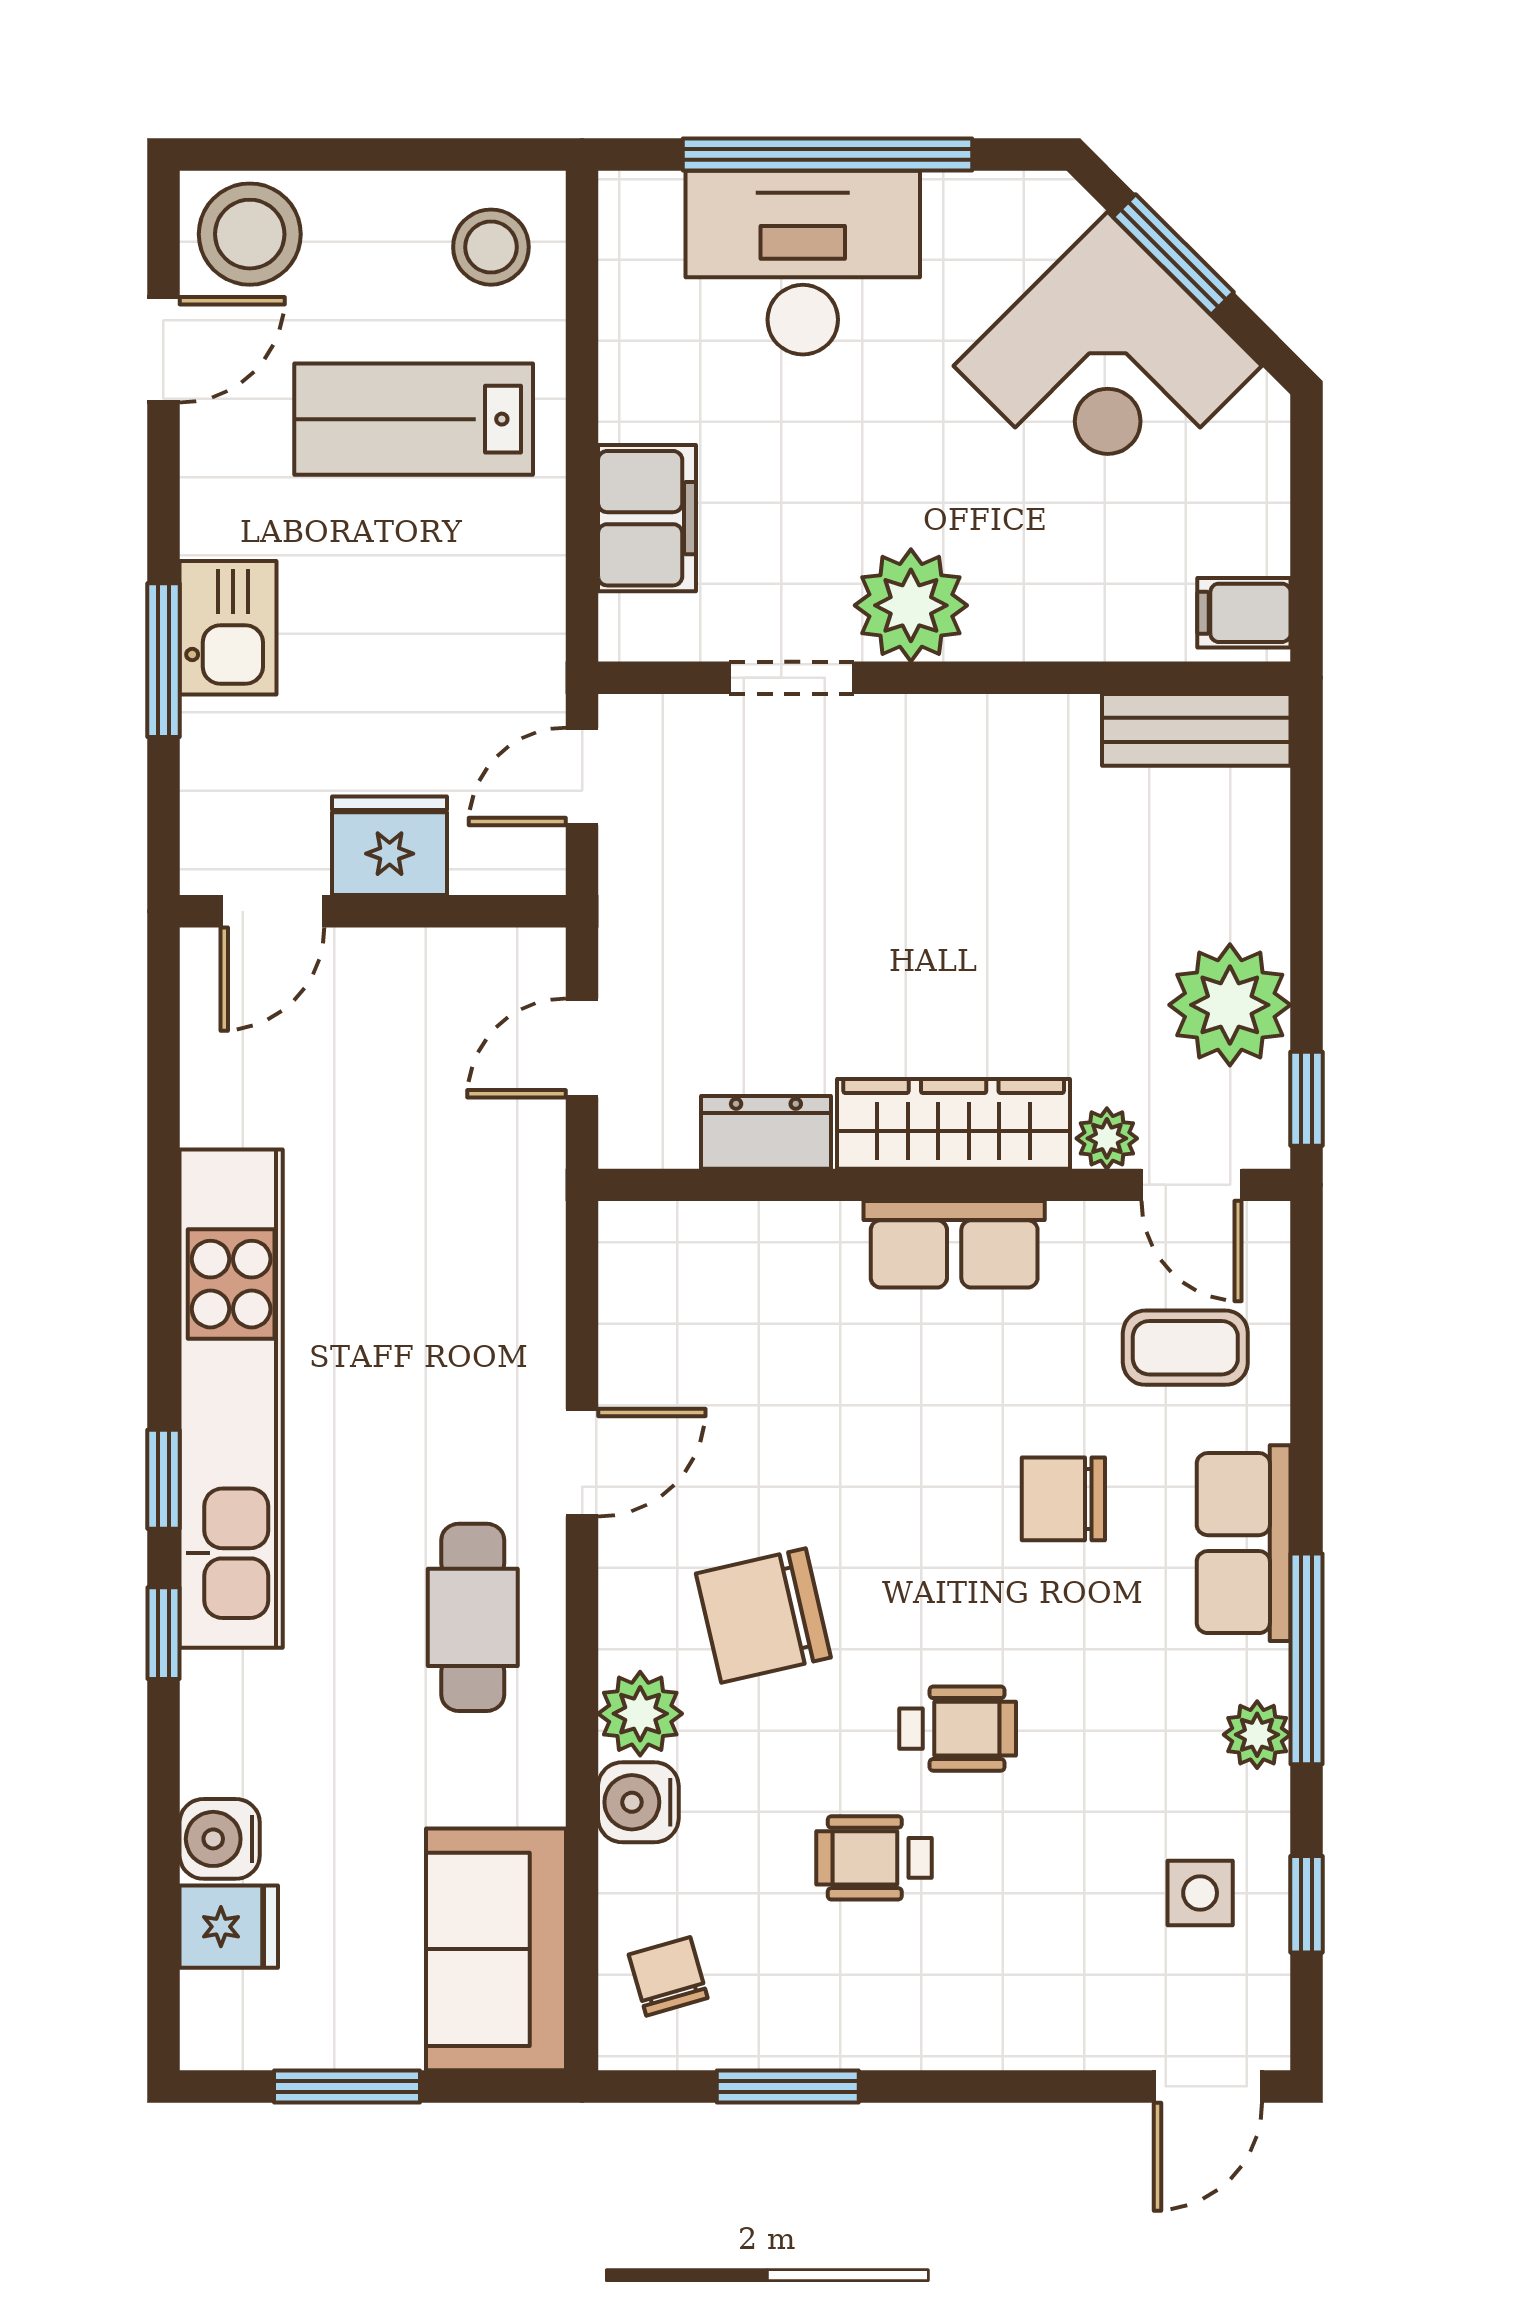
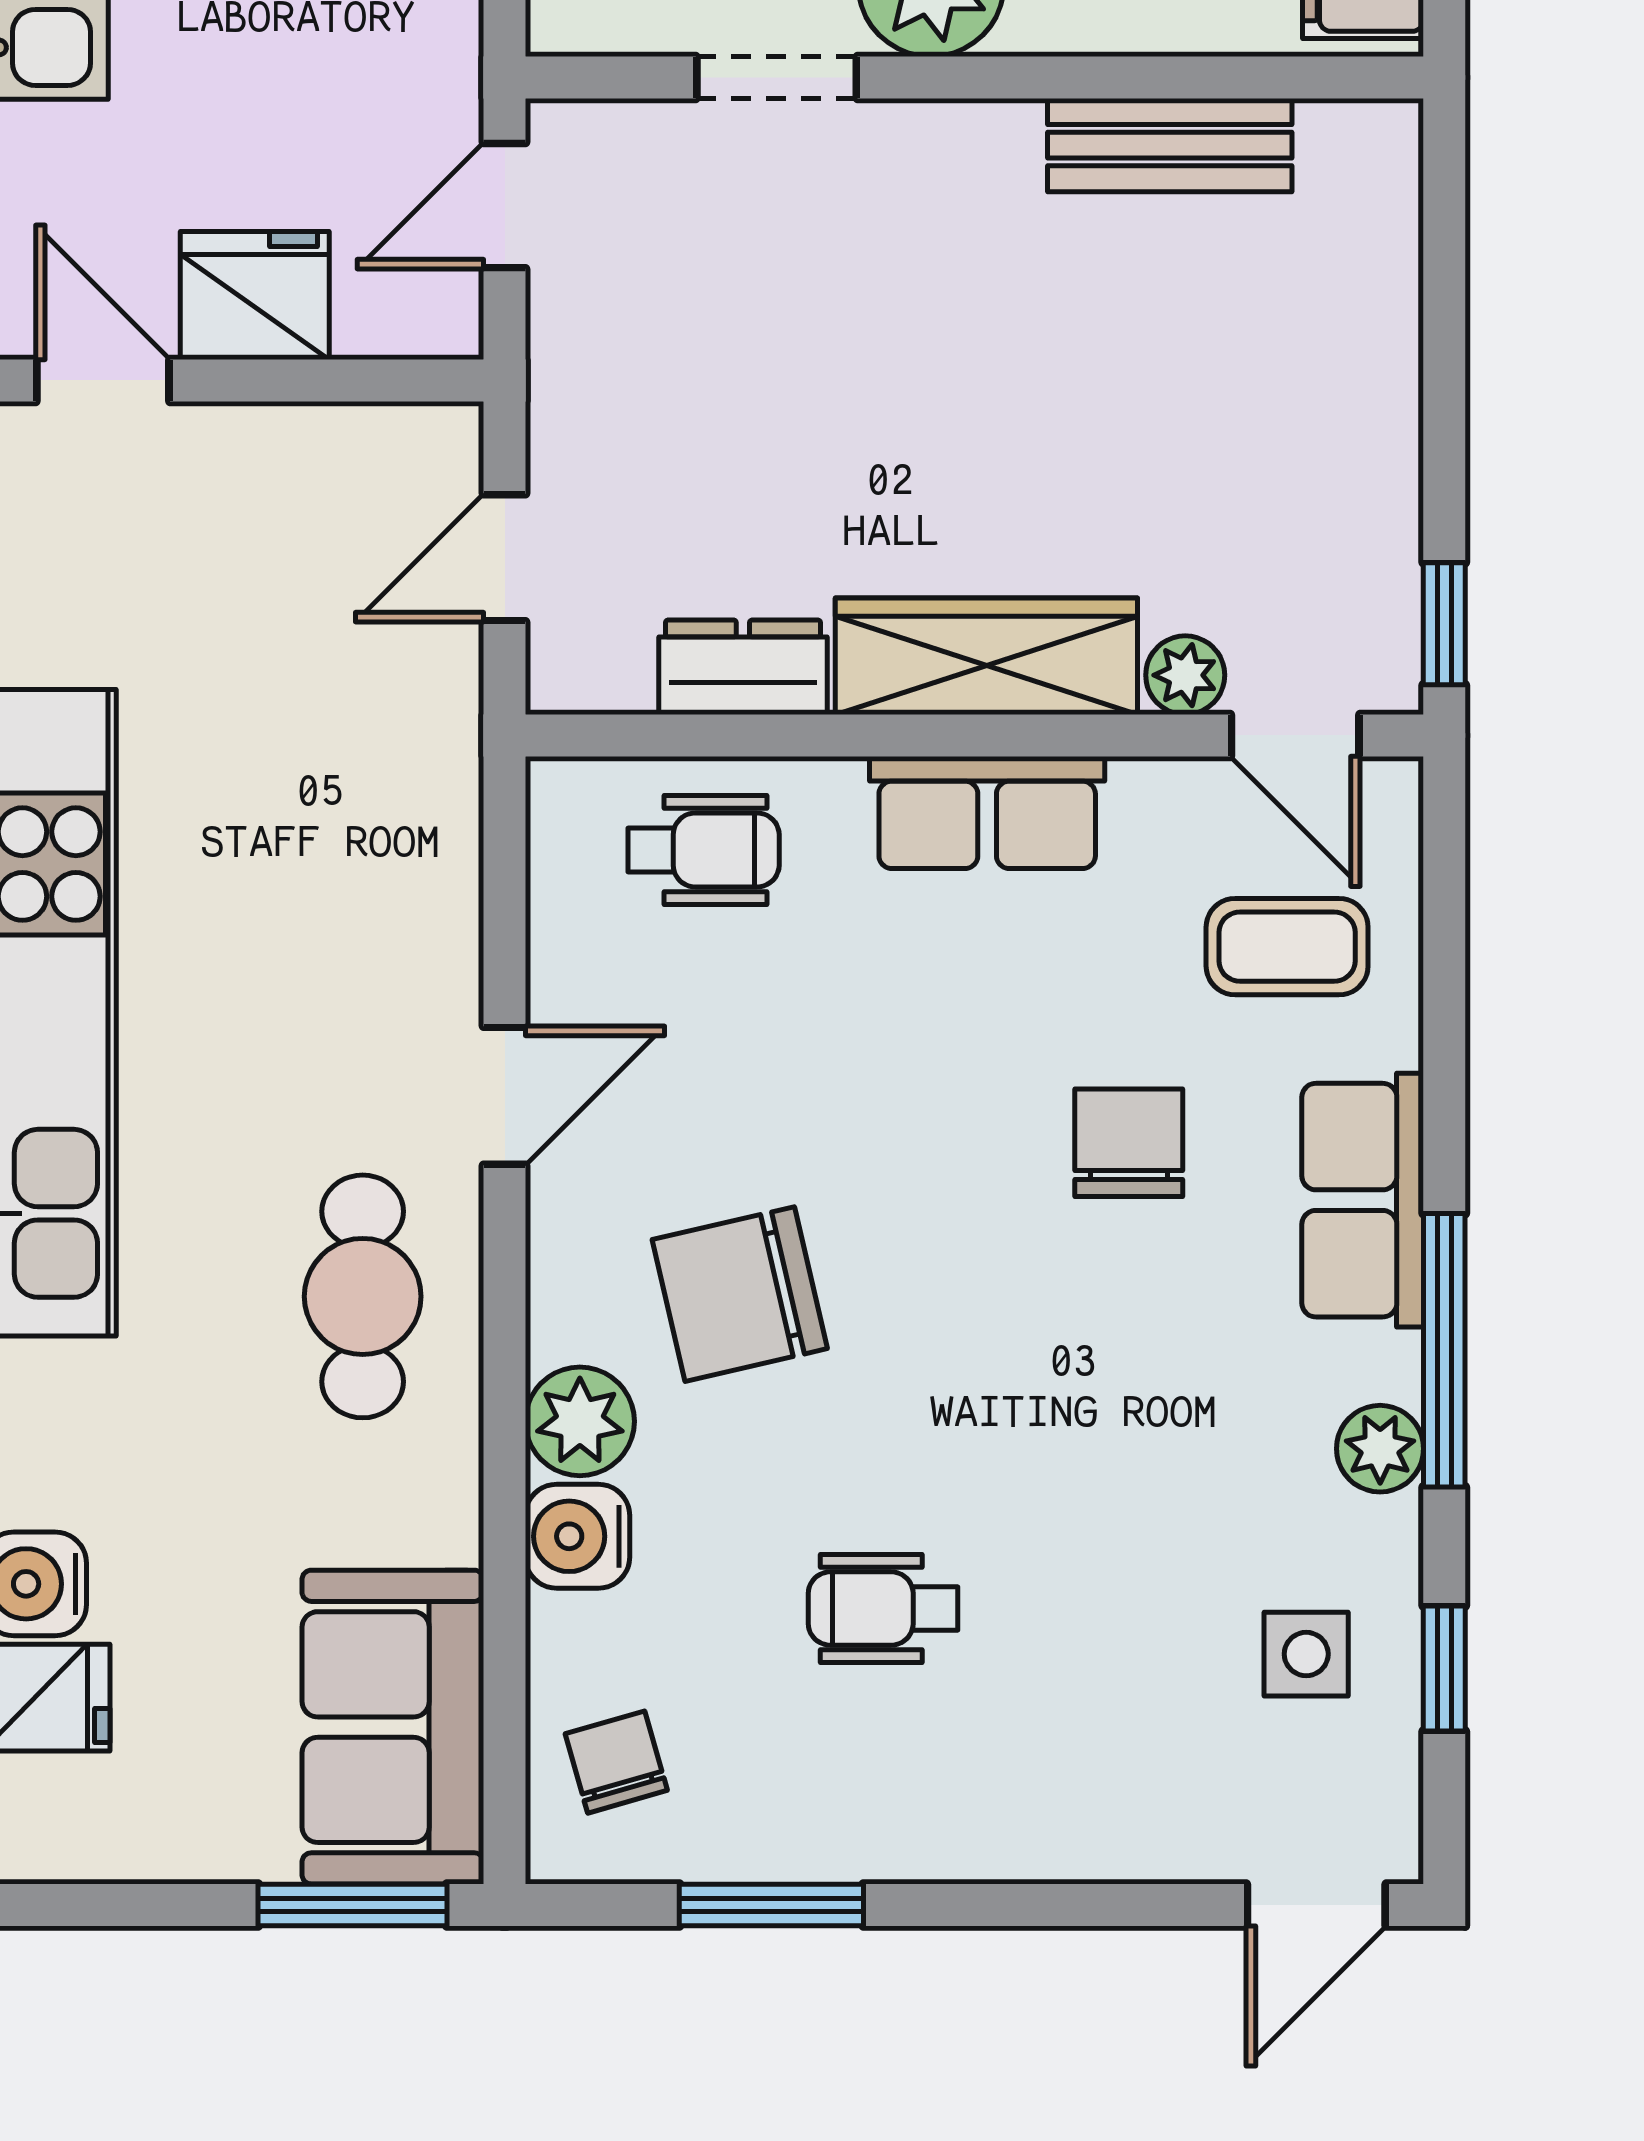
bench: (1196, 730) -> (1170, 145), moved
door: (272, 911) -> (103, 380), swing flipped
plant: (1230, 1005) -> (1345, 502), removed
chair: (1063, 1499) -> (1129, 1143), turned 90
wheelchair: (958, 1729) -> (703, 850), moved
window: (347, 2086) -> (352, 1905), moved

